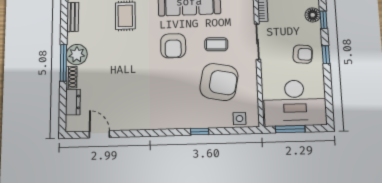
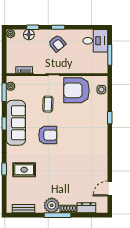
armchair: (303, 54) -> (57, 43), turned 134
armchair: (219, 82) -> (76, 90), moved, turned -101
desk: (295, 103) -> (95, 41), width x0.53, depth x0.77

